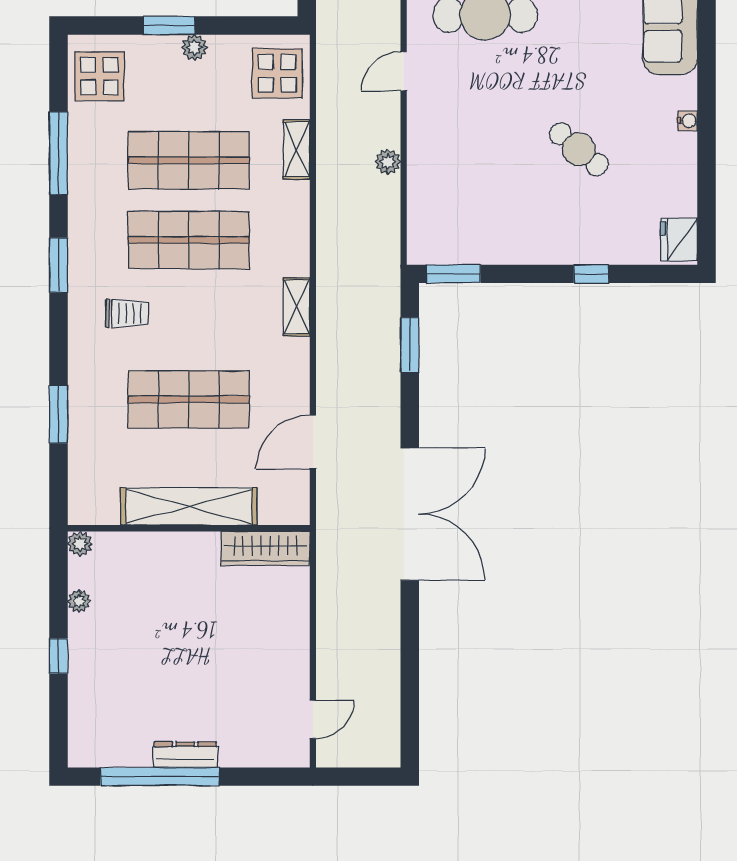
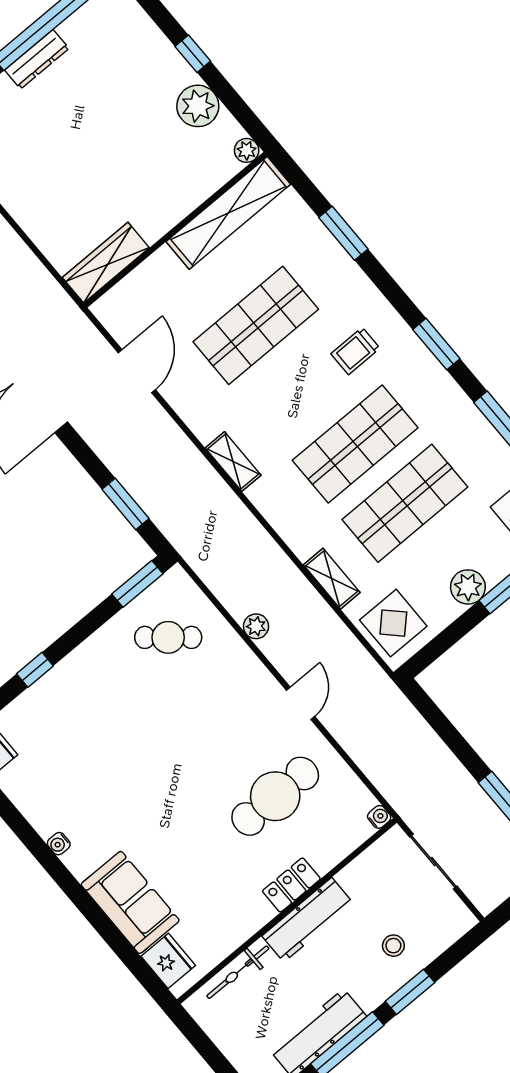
plant: (194, 48) -> (468, 587), width x1.38, depth x1.38
cafe table: (579, 149) -> (168, 637), moved
shelving: (189, 507) -> (228, 213), moved
plant: (79, 601) -> (198, 106), width x1.88, depth x1.88

